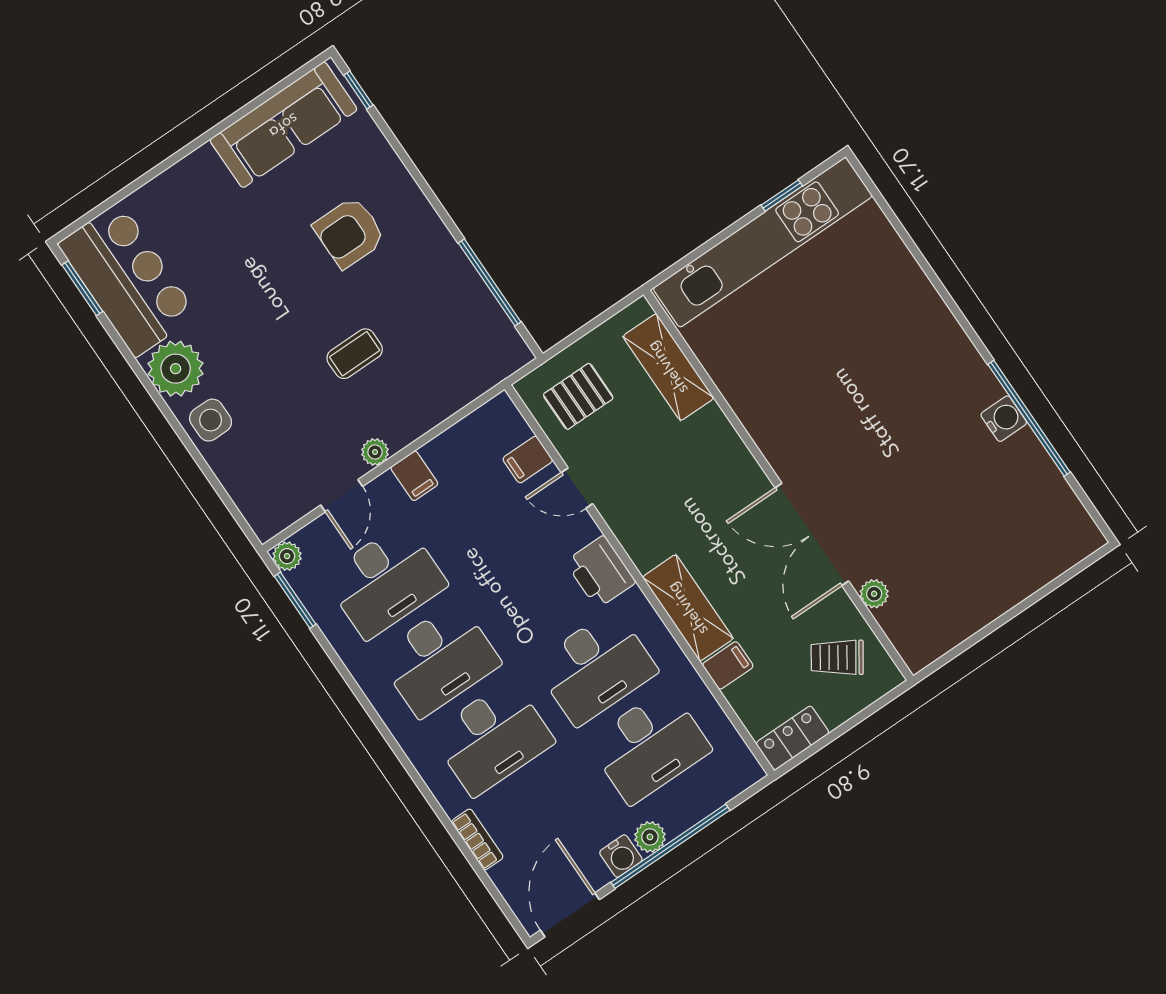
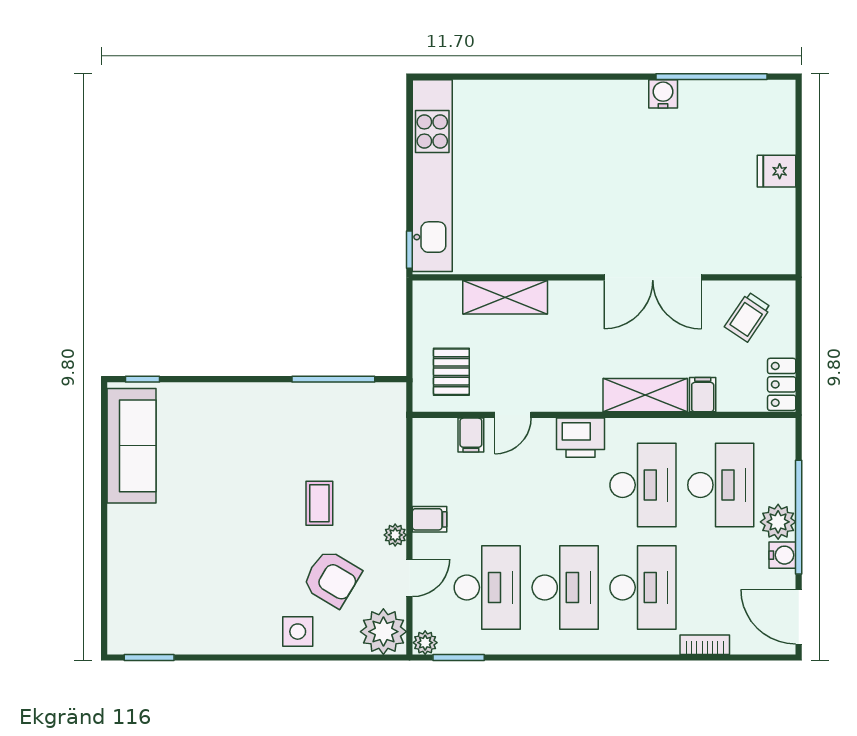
window: (782, 195) -> (409, 250), moved
armchair: (349, 233) -> (332, 579), moved, turned -59
bar counter: (128, 280) -> (164, 623), removed
shelving: (668, 367) -> (505, 297), moved
plant: (176, 369) -> (383, 632), moved
window: (1029, 418) -> (711, 77), moved
door: (342, 496) -> (409, 578), hinge flipped
fridge: (1004, 586) -> (777, 171), added
plant: (874, 594) -> (722, 263), removed
plant: (650, 837) -> (778, 522), width x1.38, depth x1.38

